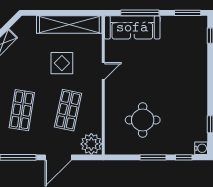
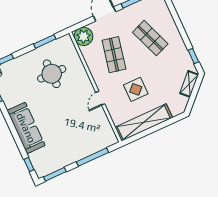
sofa: (132, 27) -> (26, 128), moved, turned 90
shop shelf: (22, 110) -> (150, 38), turned -30
window: (153, 157) -> (45, 41), moved

